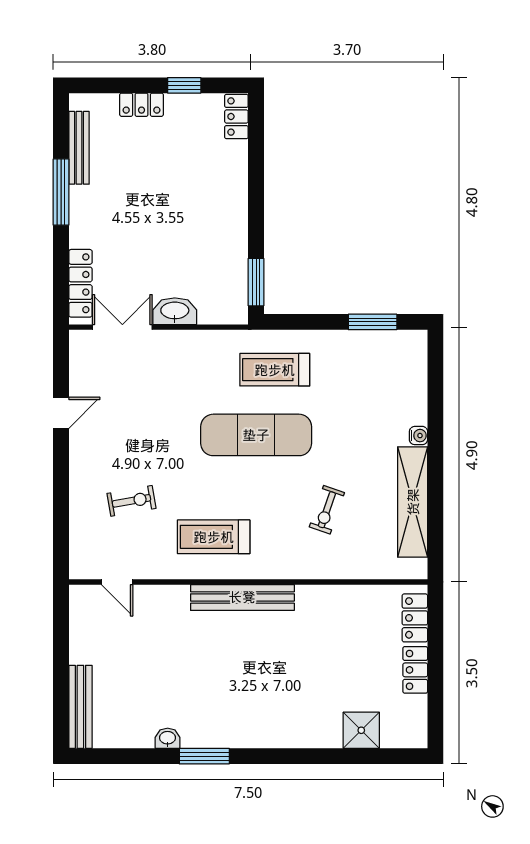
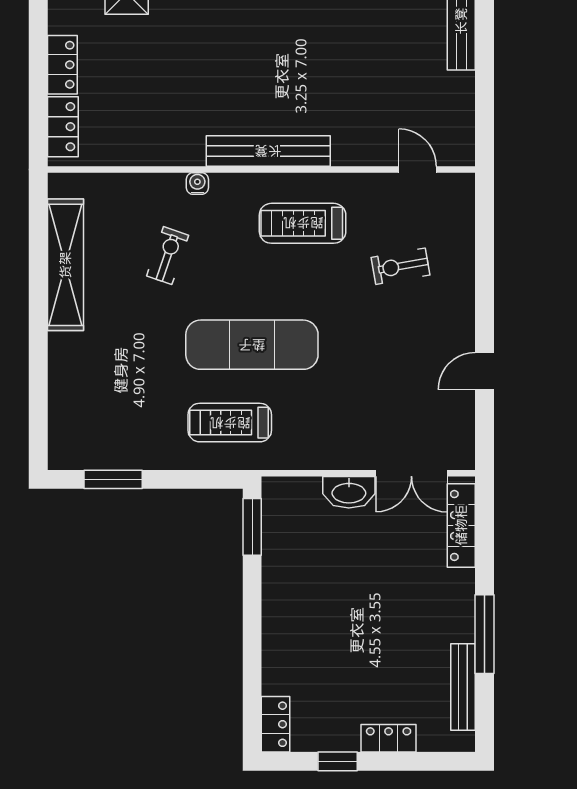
treadmill: (275, 370) -> (230, 423), turned 180
water cooler: (419, 436) -> (197, 184), moved, turned 90
treadmill: (214, 537) -> (303, 223), turned 180

